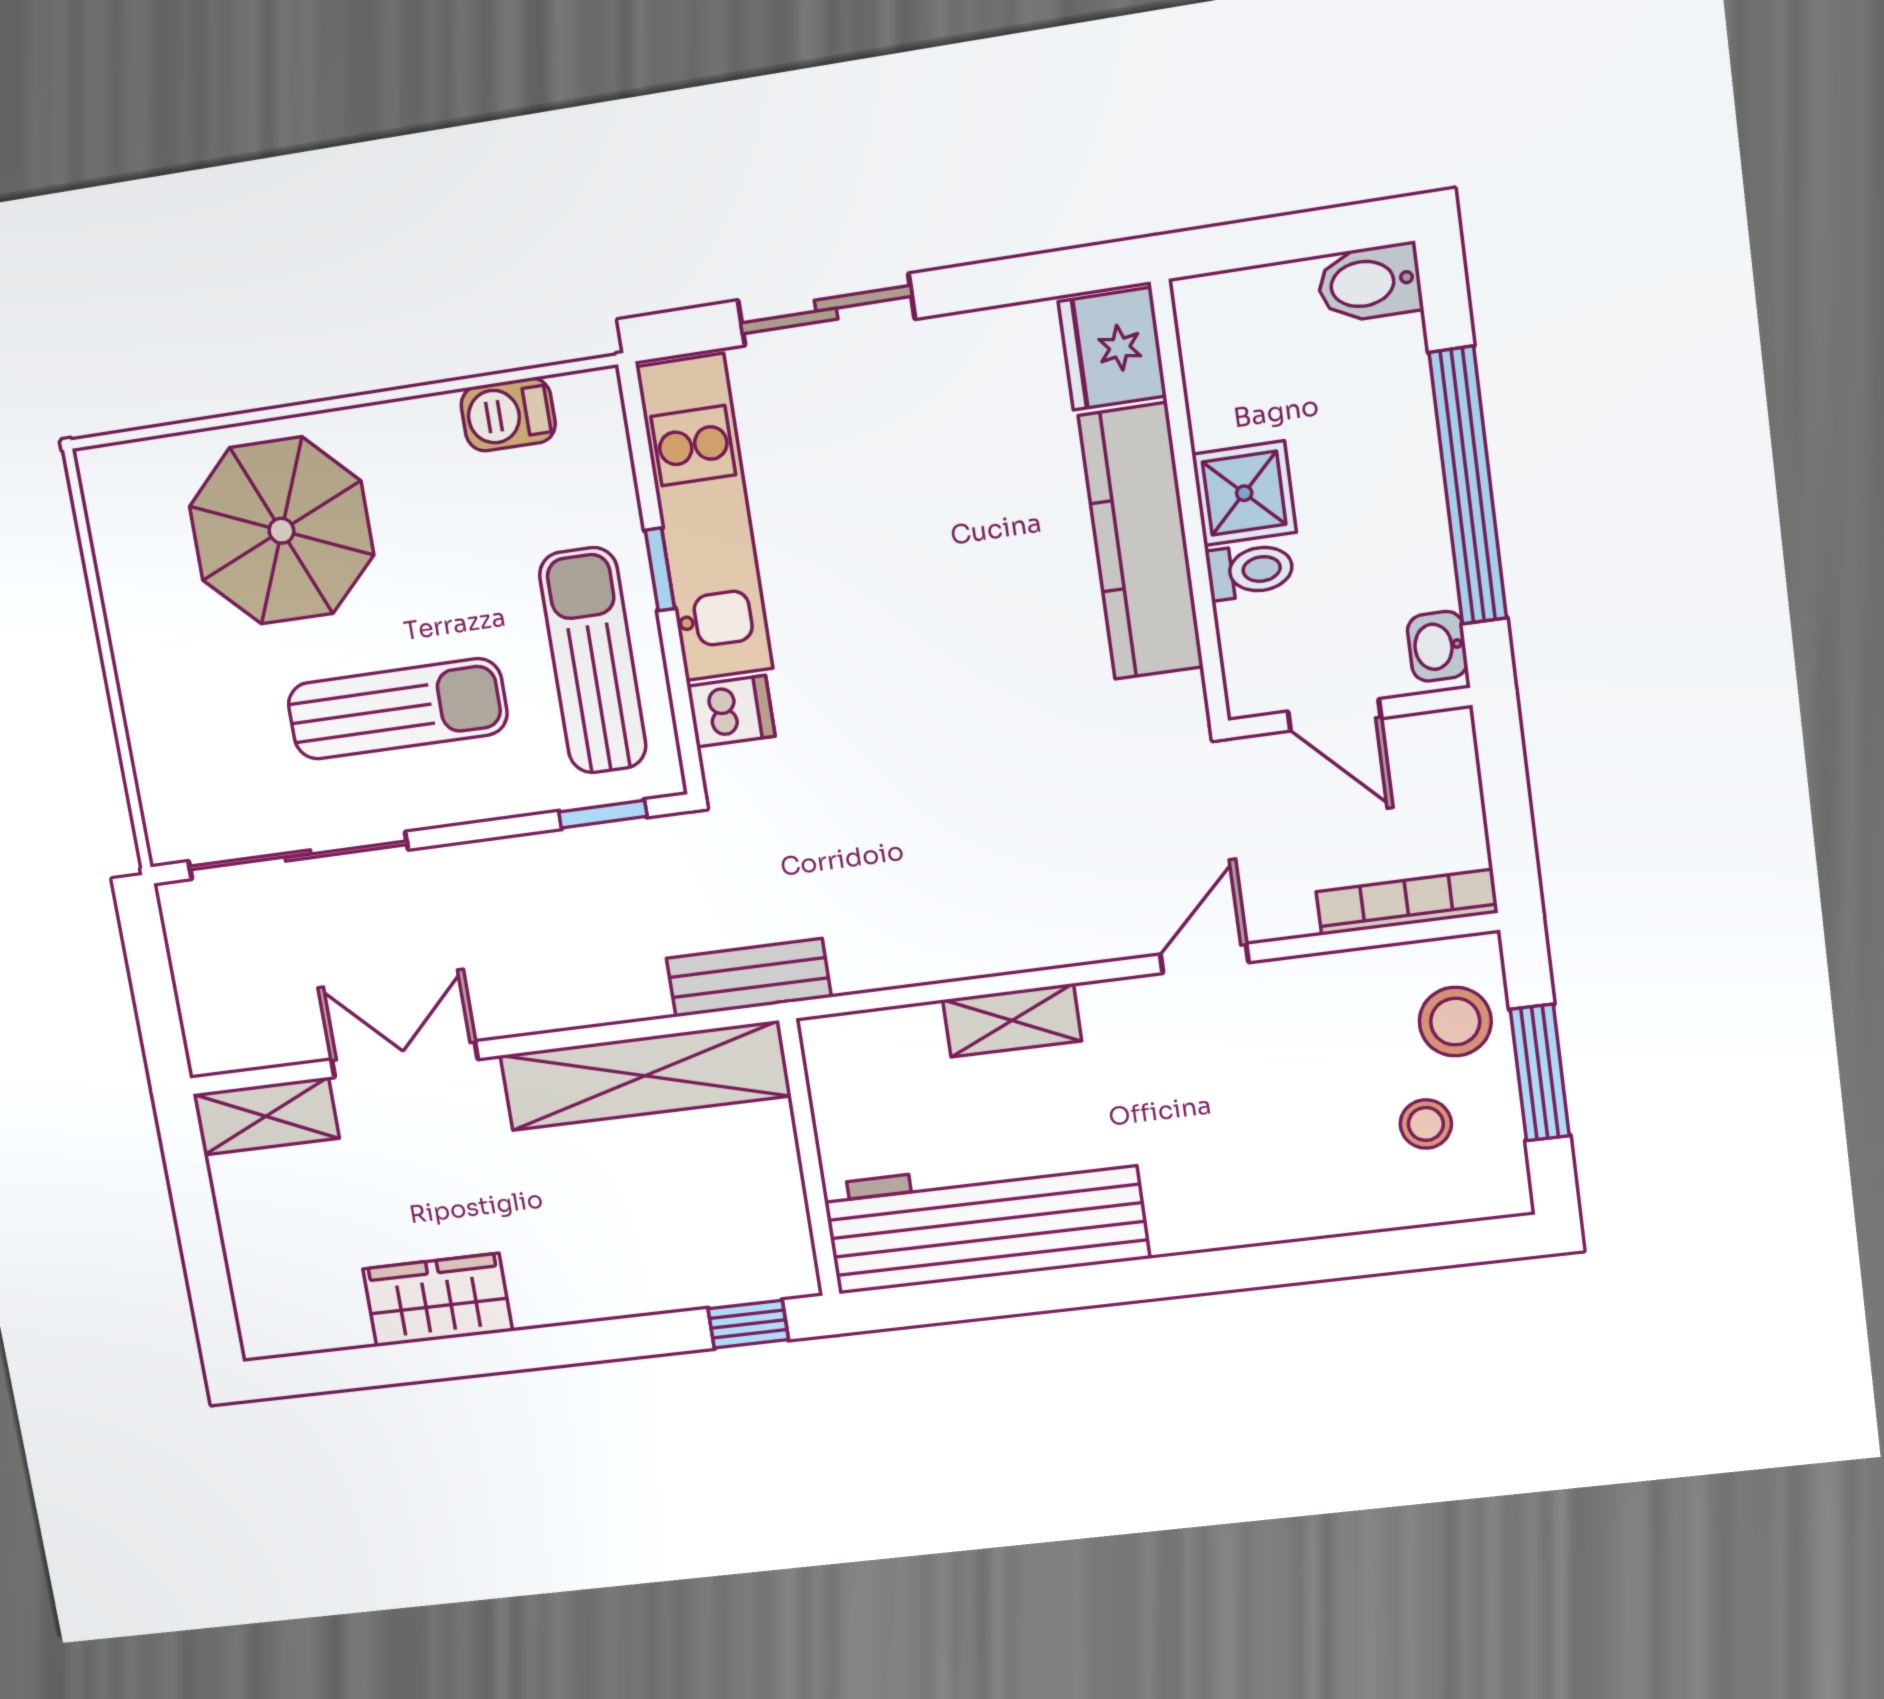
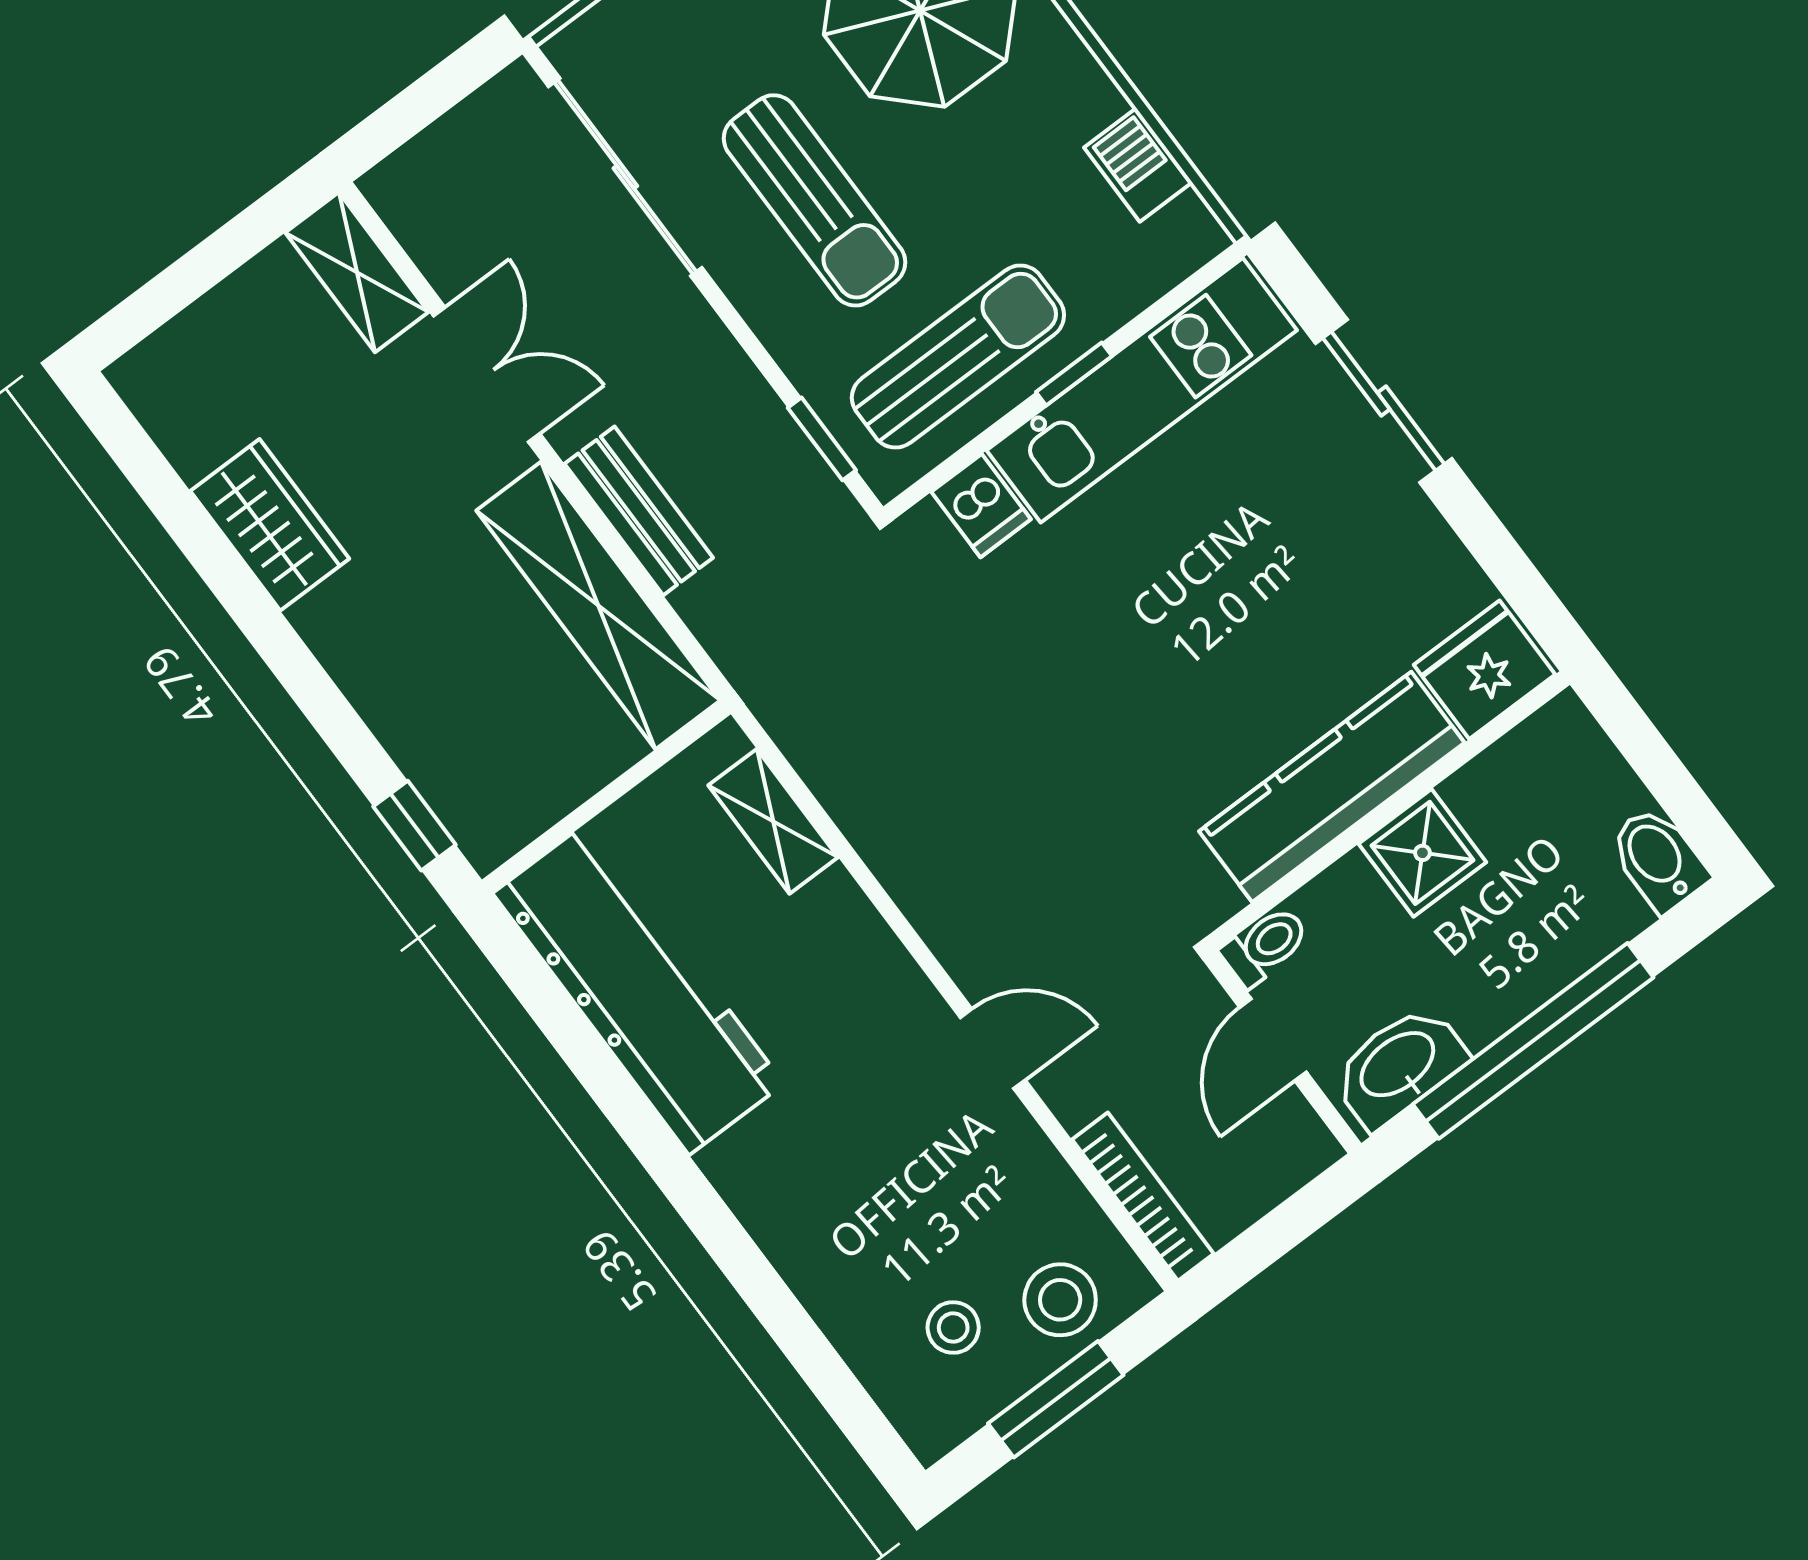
toilet: (1250, 571) -> (1265, 946), moved, turned -90
washbasin: (1437, 646) -> (1399, 1066), width x1.91, depth x1.45
bench: (749, 978) -> (639, 511), moved
shelving: (1012, 1020) -> (773, 821), moved

